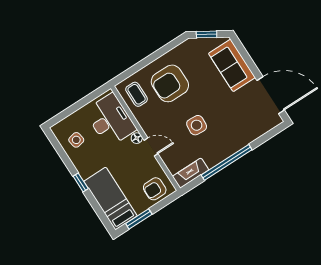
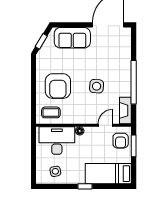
door: (151, 147) -> (106, 125), moved
window: (139, 219) -> (134, 146), moved

